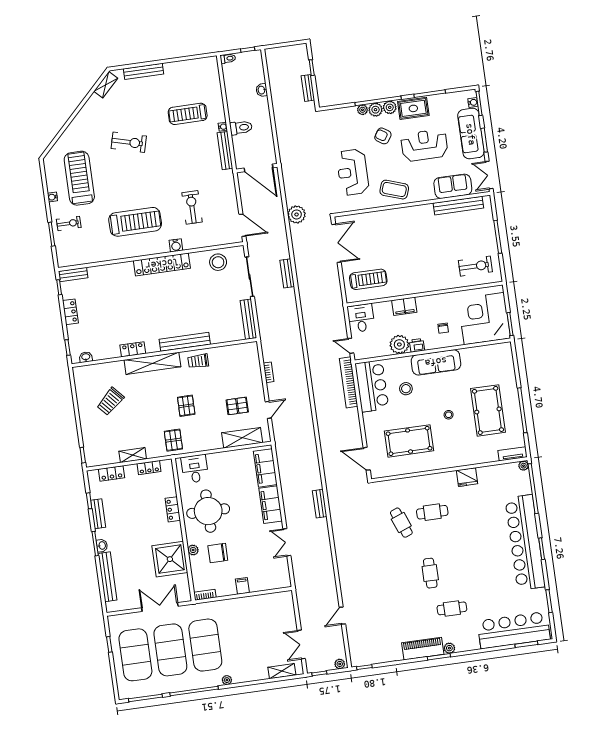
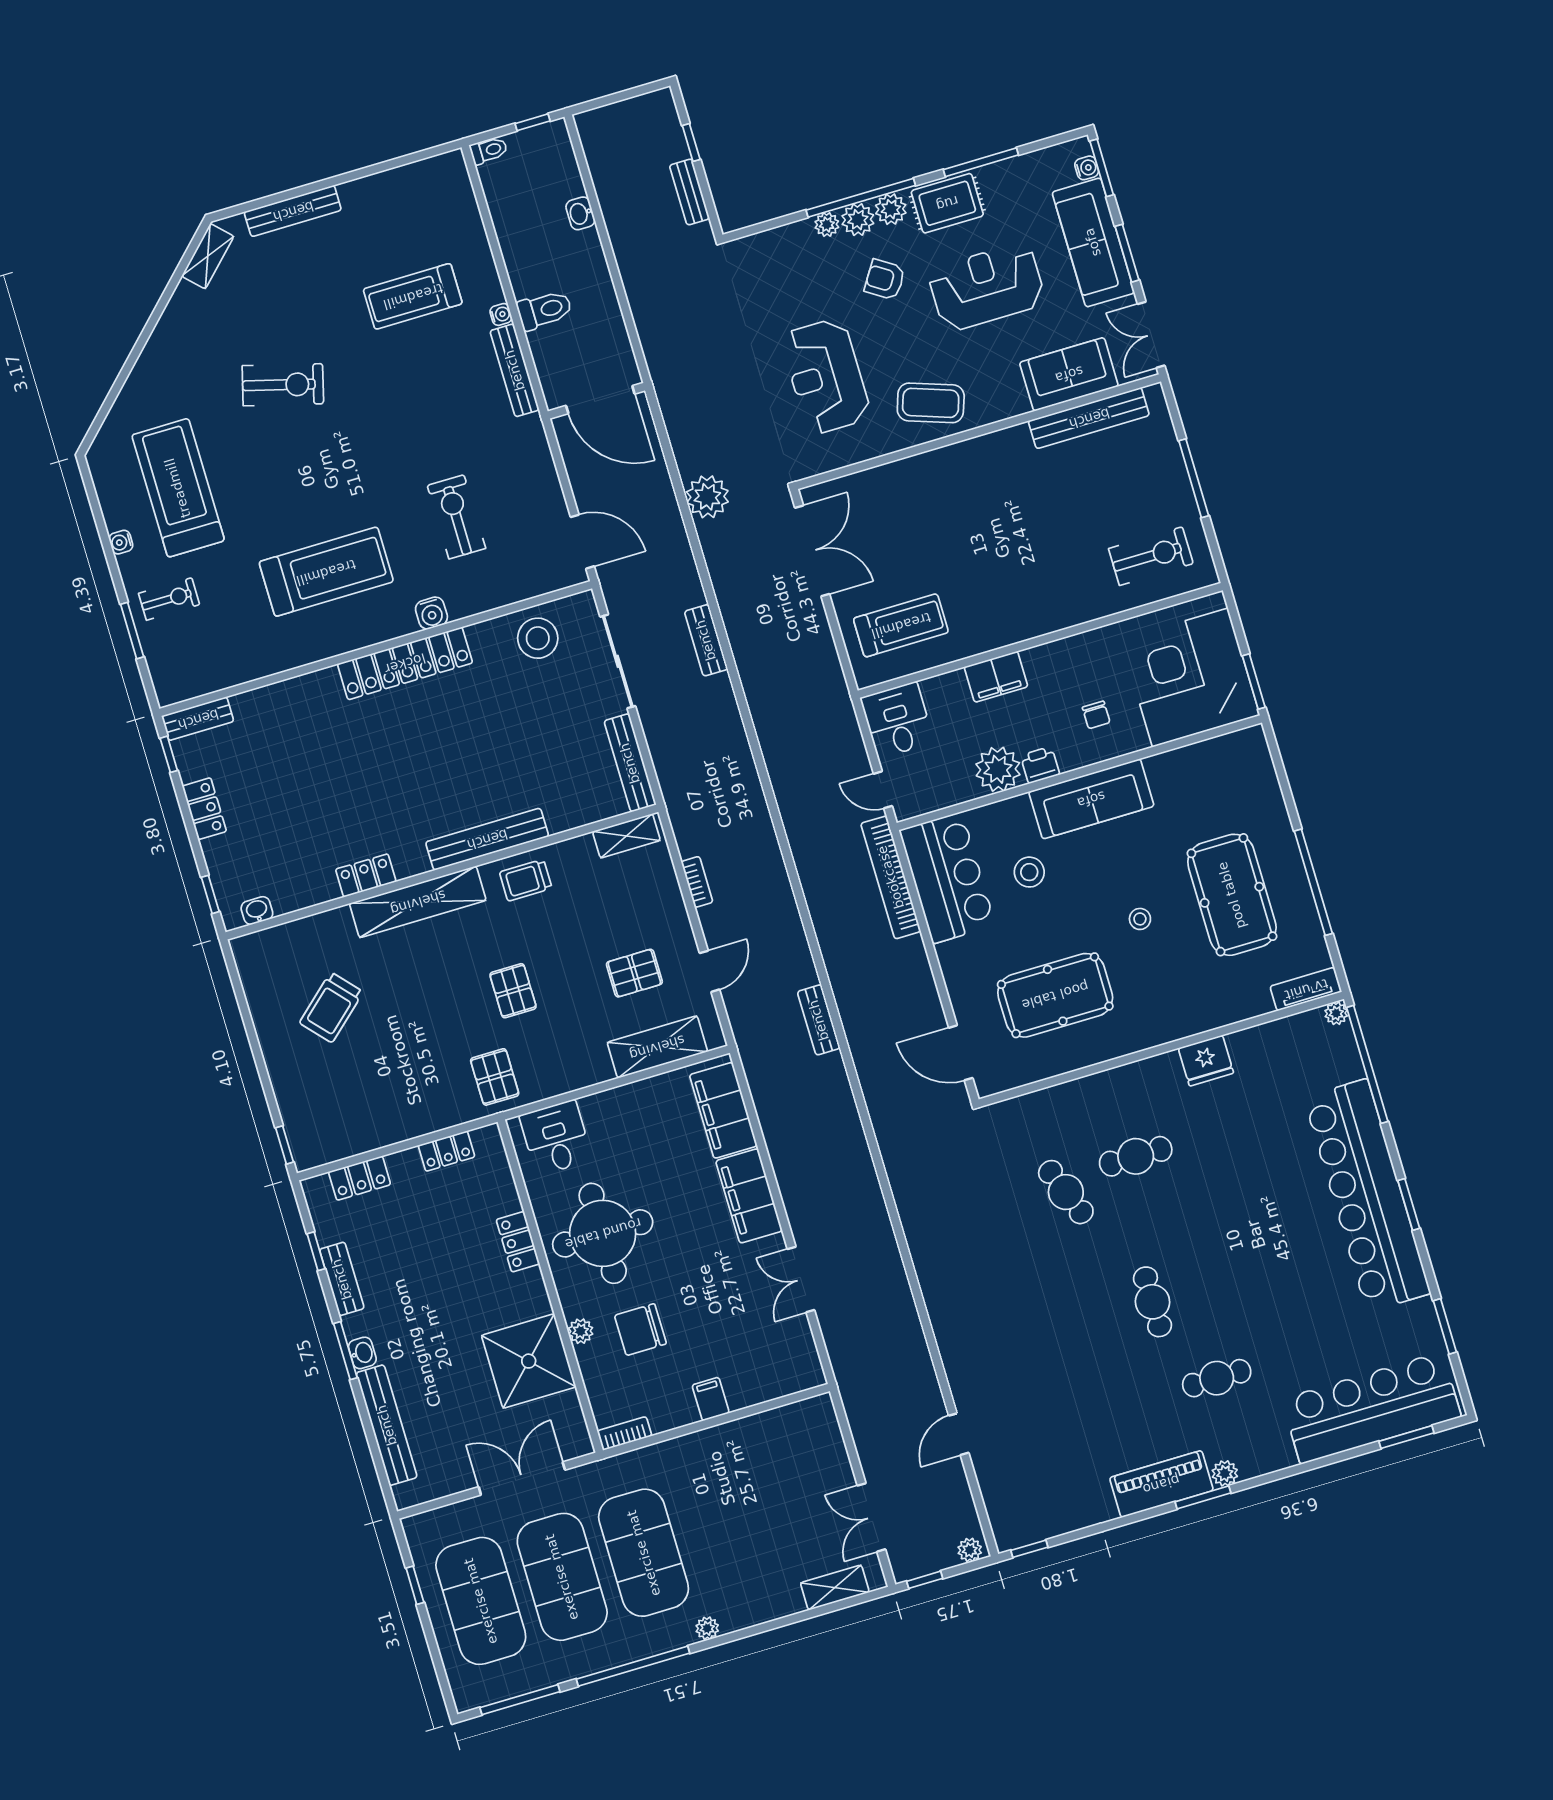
shelving: (133, 455) -> (626, 836), moved
bench: (320, 504) -> (819, 1020), moved

